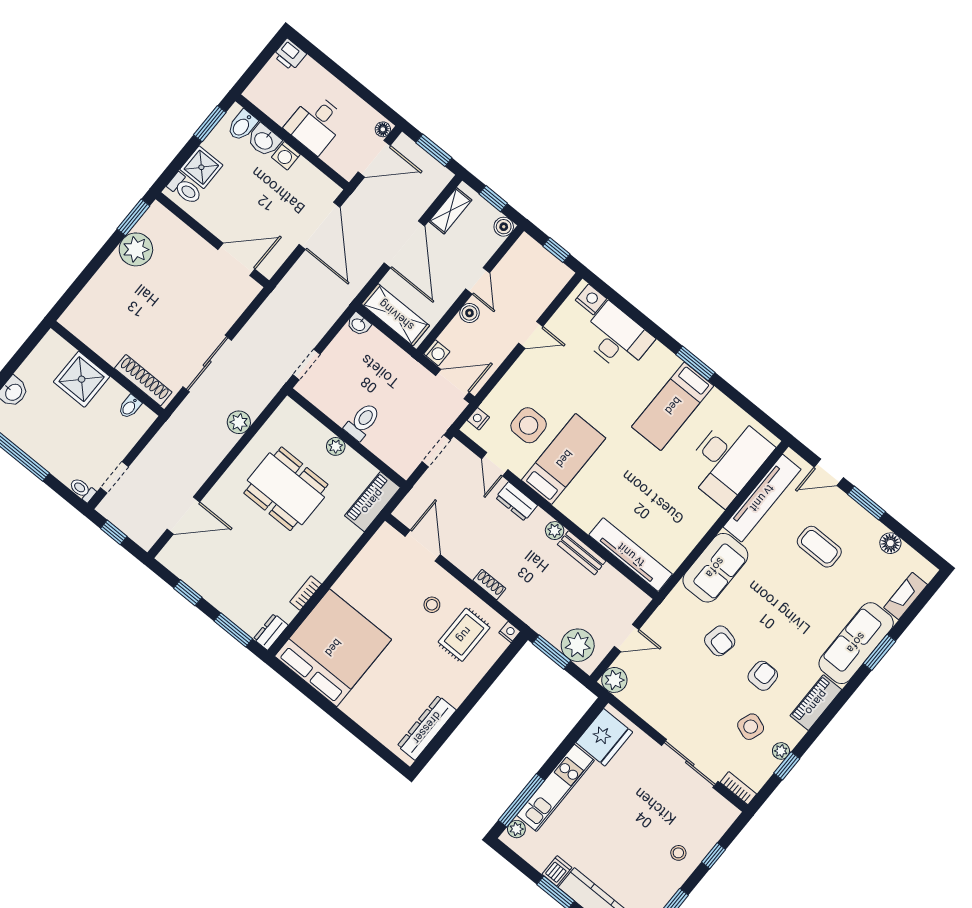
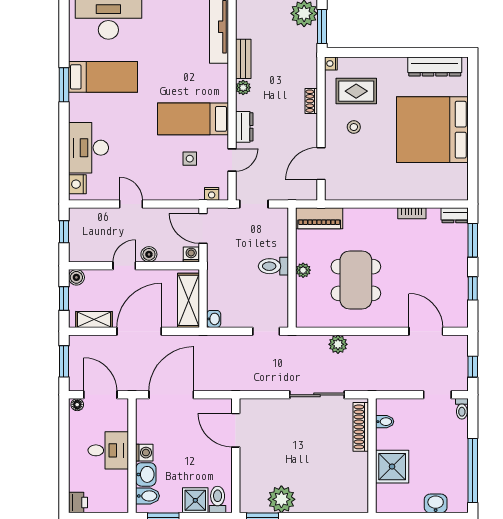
side table: (529, 425) -> (190, 159), width x0.54, depth x0.54
bed: (333, 648) -> (432, 130), moved

